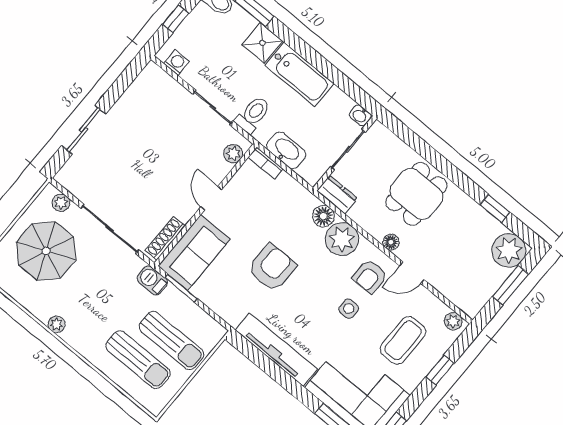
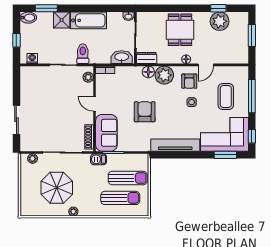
washbasin: (286, 150) -> (122, 57), moved
plant: (509, 250) -> (220, 21), moved
parasol: (46, 251) -> (57, 188), moved
plant: (453, 321) -> (240, 71), removed
window: (440, 370) -> (252, 96), width x2.17

